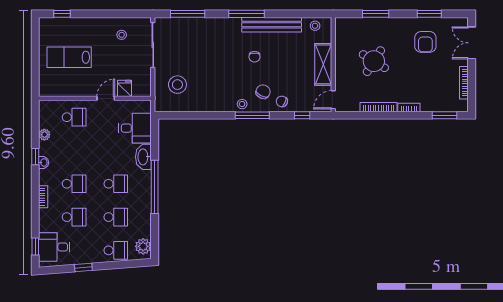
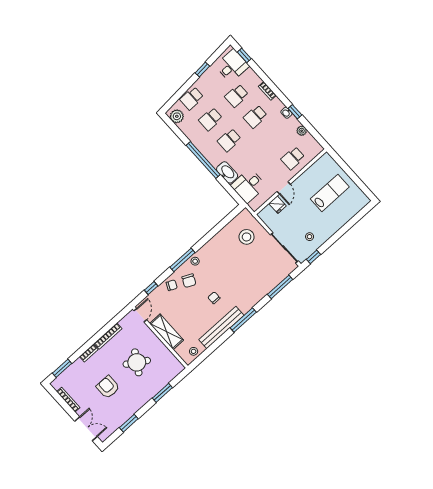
window: (62, 14) -> (313, 257), moved
armchair: (425, 42) -> (108, 387), moved

